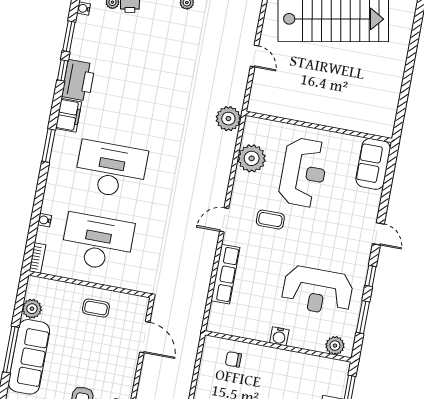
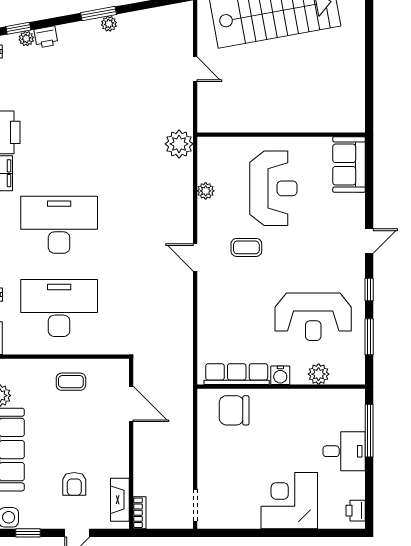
plant: (252, 158) -> (206, 191), width x0.53, depth x0.53
door: (224, 220) -> (195, 257), hinge flipped
door: (378, 234) -> (369, 241), hinge flipped
row of seats: (225, 274) -> (237, 374), moved, turned -90
plant: (335, 346) -> (319, 374), moved
chair: (233, 359) -> (234, 410), width x1.87, depth x1.87

